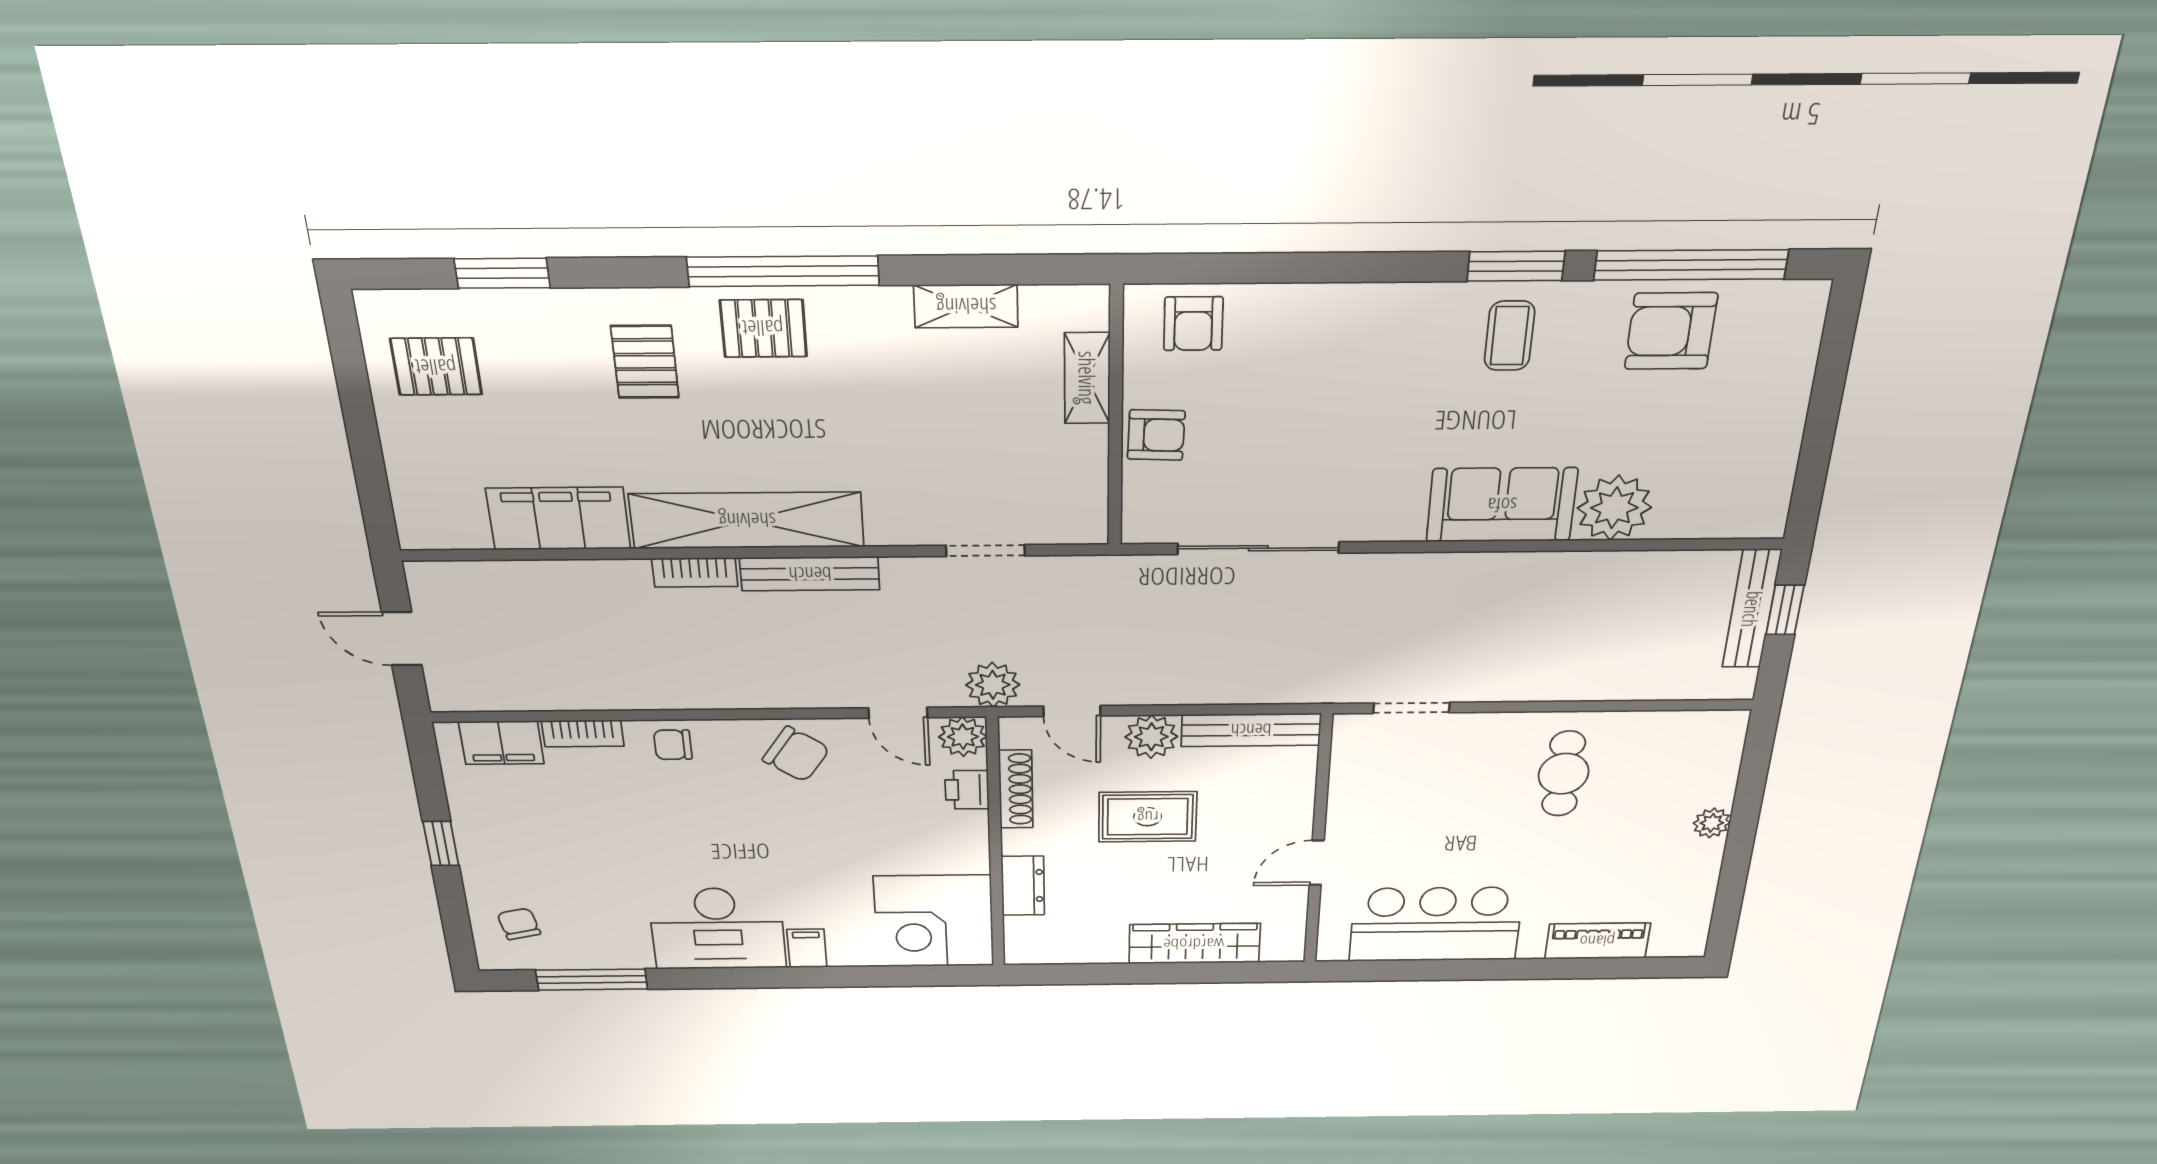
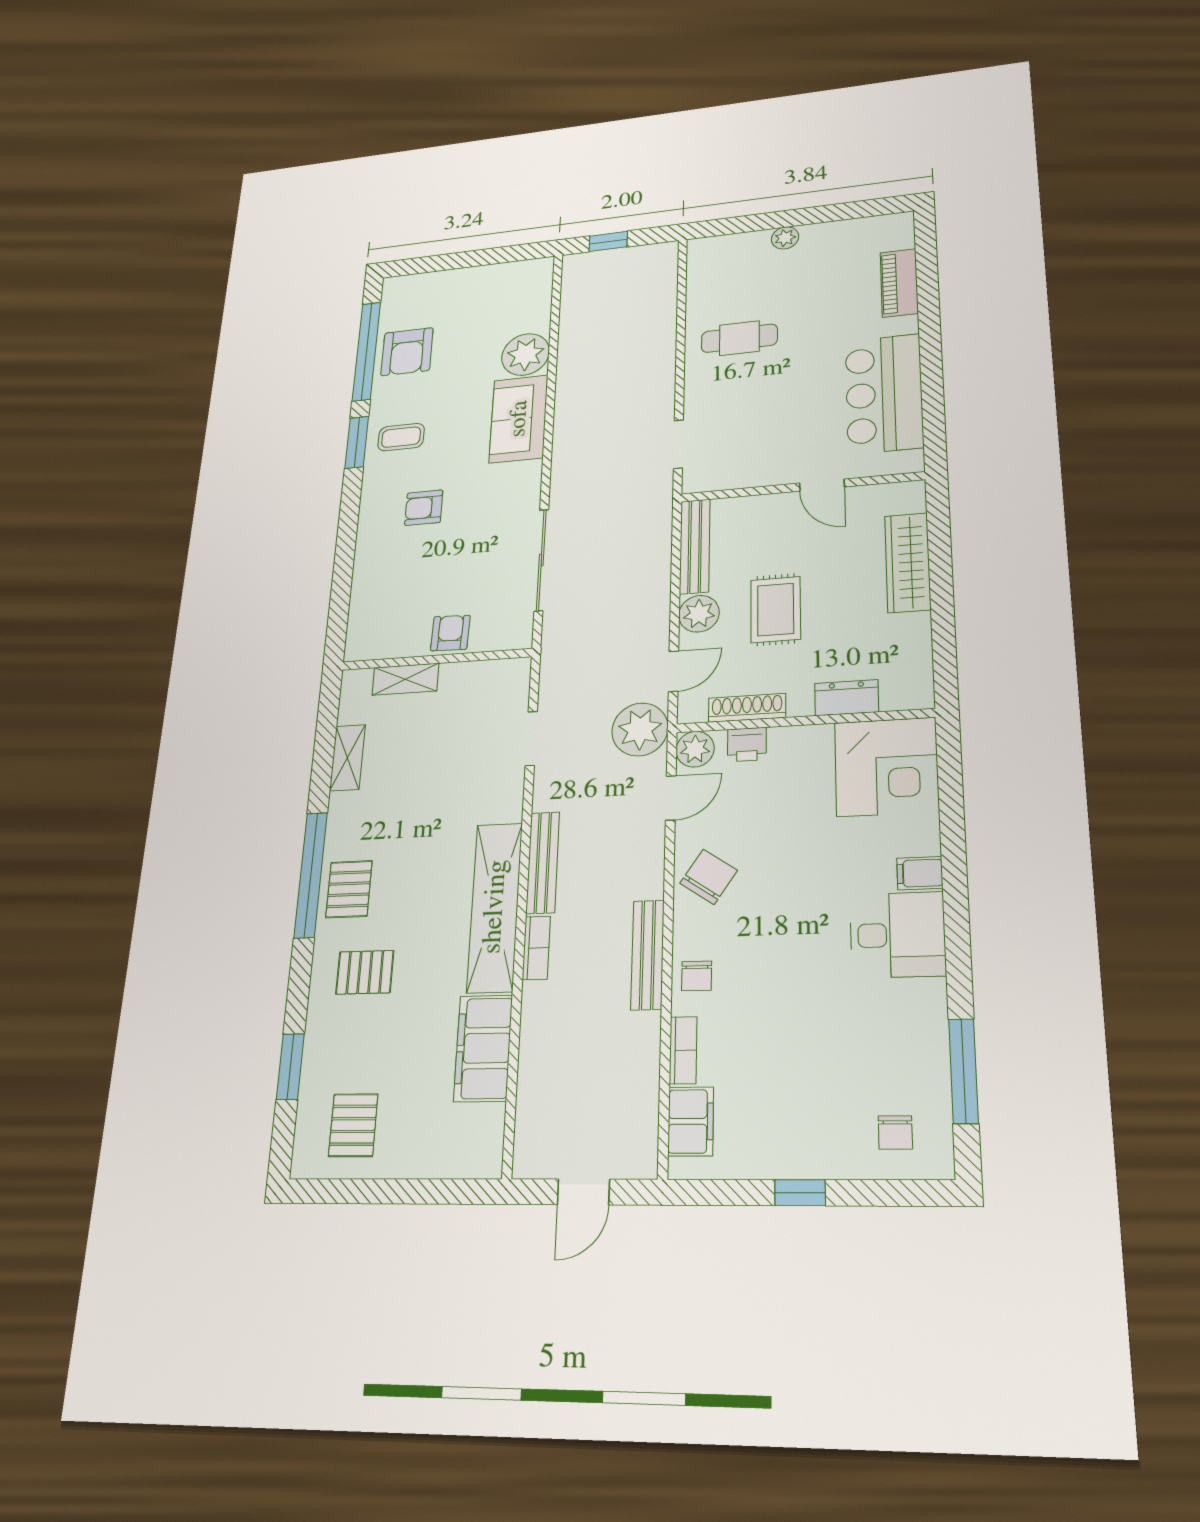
armchair: (1193, 324) -> (424, 508), moved, turned 180
bench: (1752, 609) -> (647, 955), moved, turned 90
plant: (993, 685) -> (640, 729), width x1.36, depth x1.36
chair: (519, 924) -> (895, 1132), turned -78
desk: (717, 929) -> (898, 935), width x0.73

